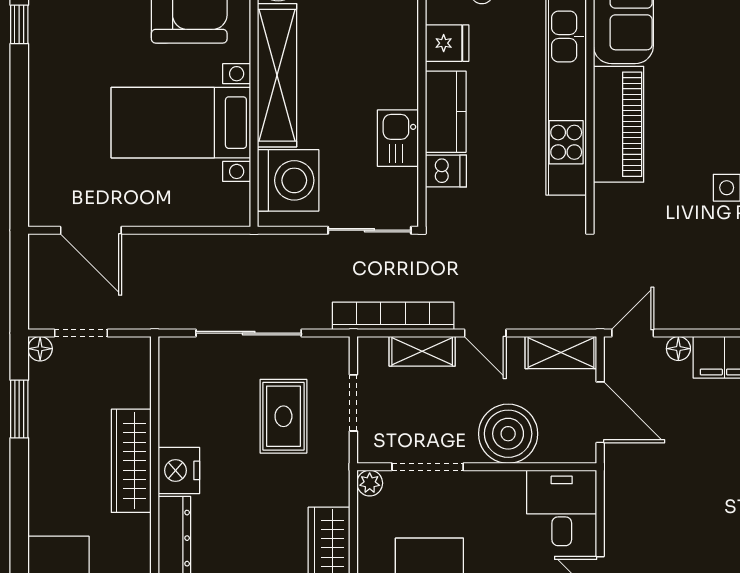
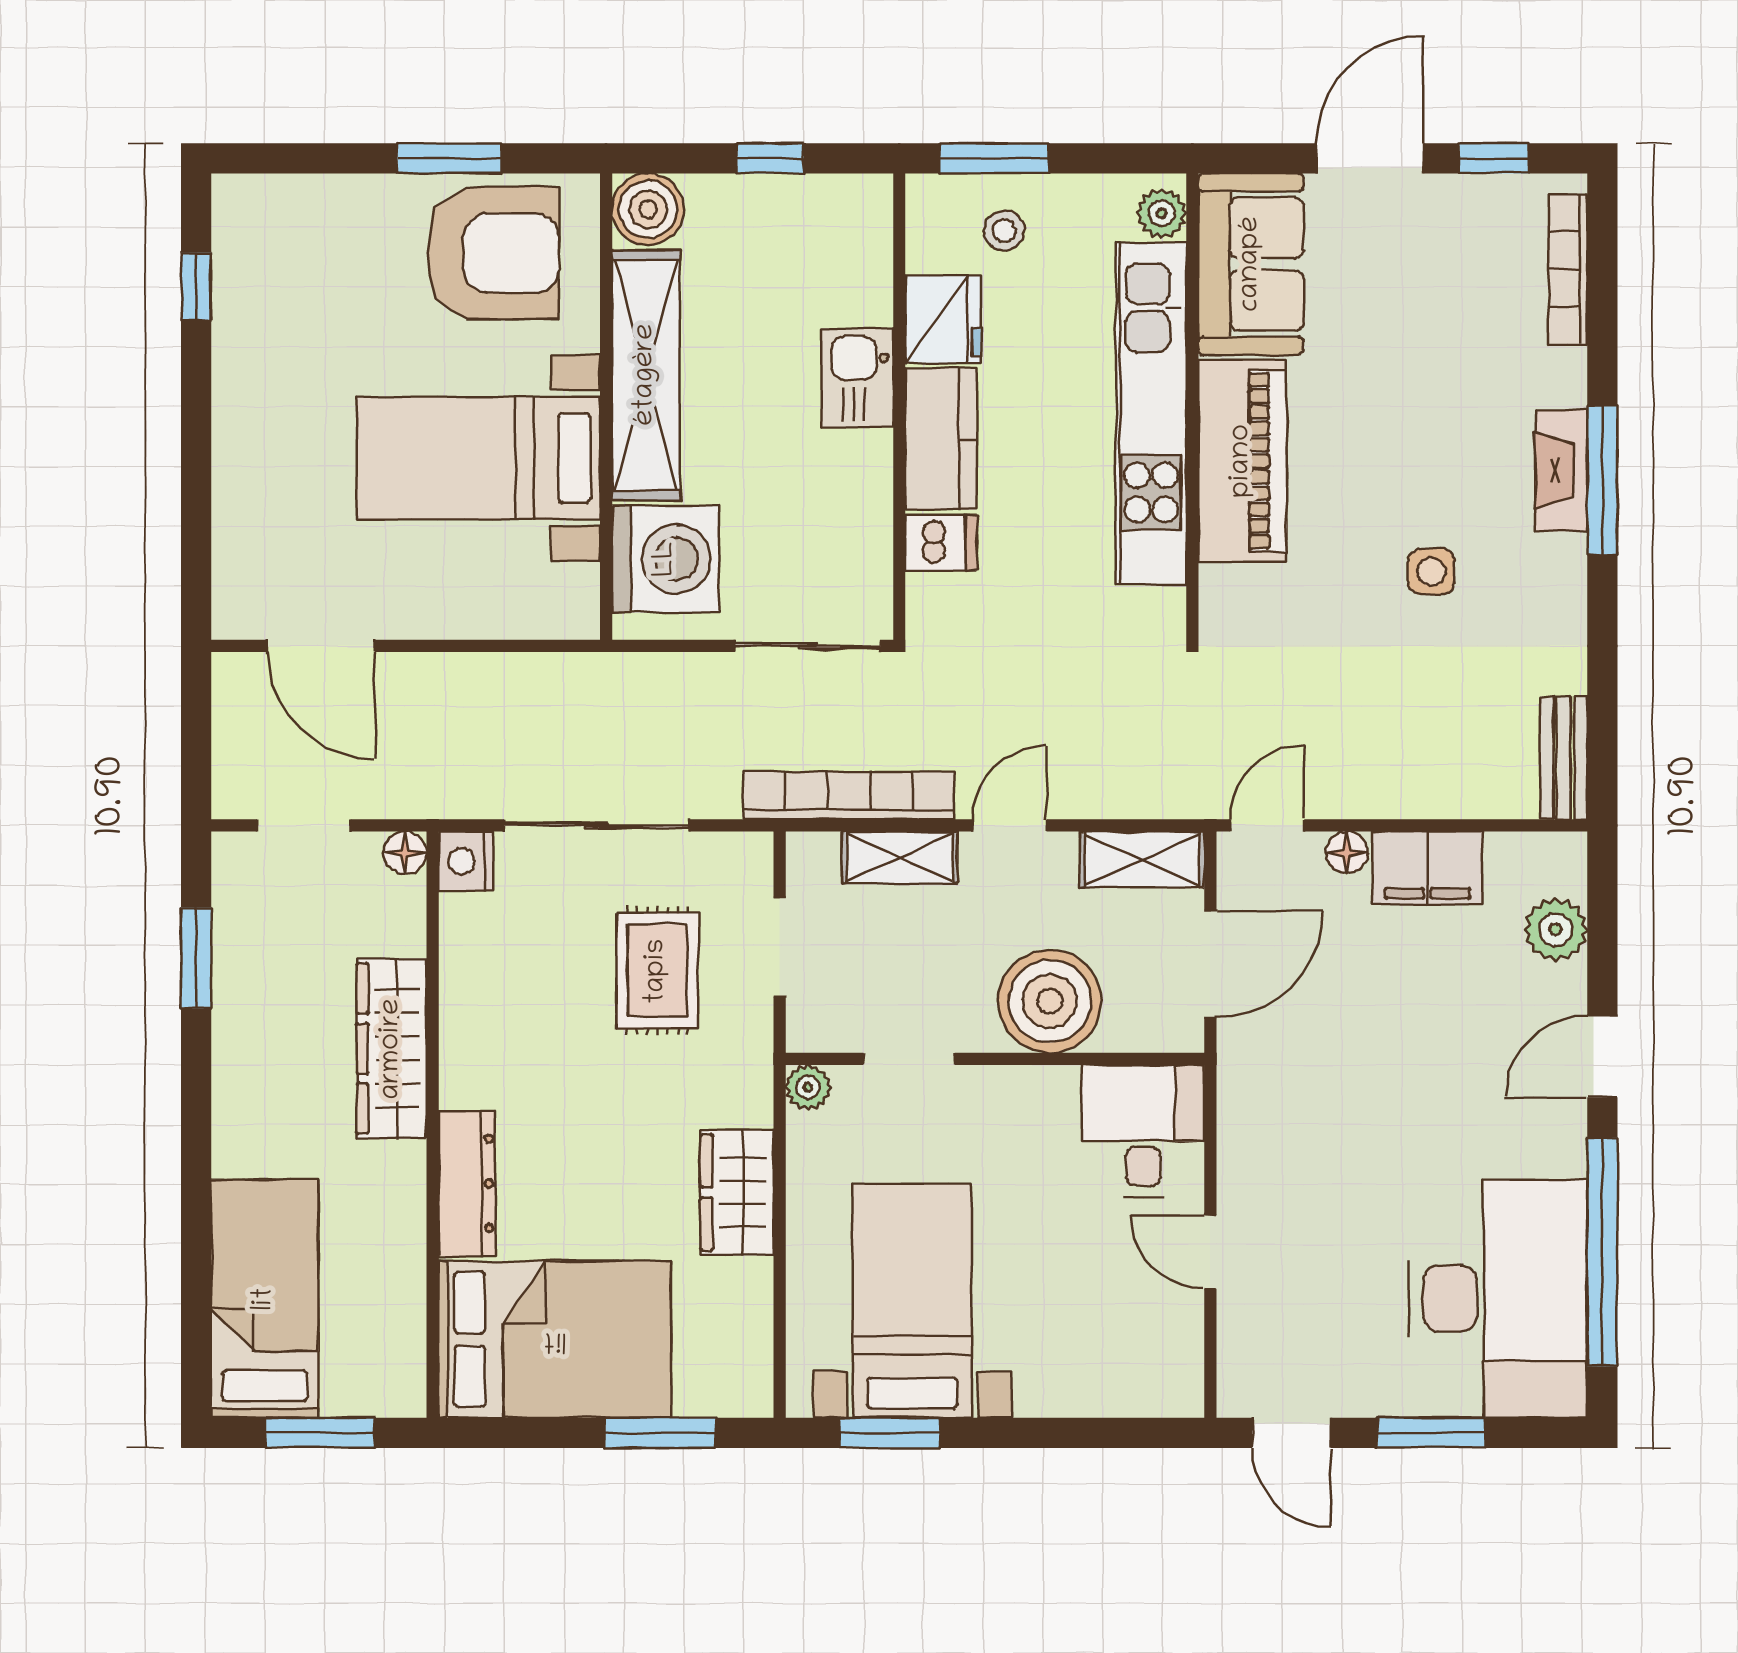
fridge: (447, 43) -> (943, 319), width x1.38
kitchen sink: (398, 138) -> (857, 378), moved
door: (485, 333) -> (1010, 825), swing flipped
floor lamp: (40, 349) -> (405, 853), moved
door: (600, 412) -> (1210, 964), hinge flipped
doorway: (428, 467) -> (909, 1059), width x0.73
nightstand: (179, 470) -> (466, 861), moved, width x0.74, depth x0.75

